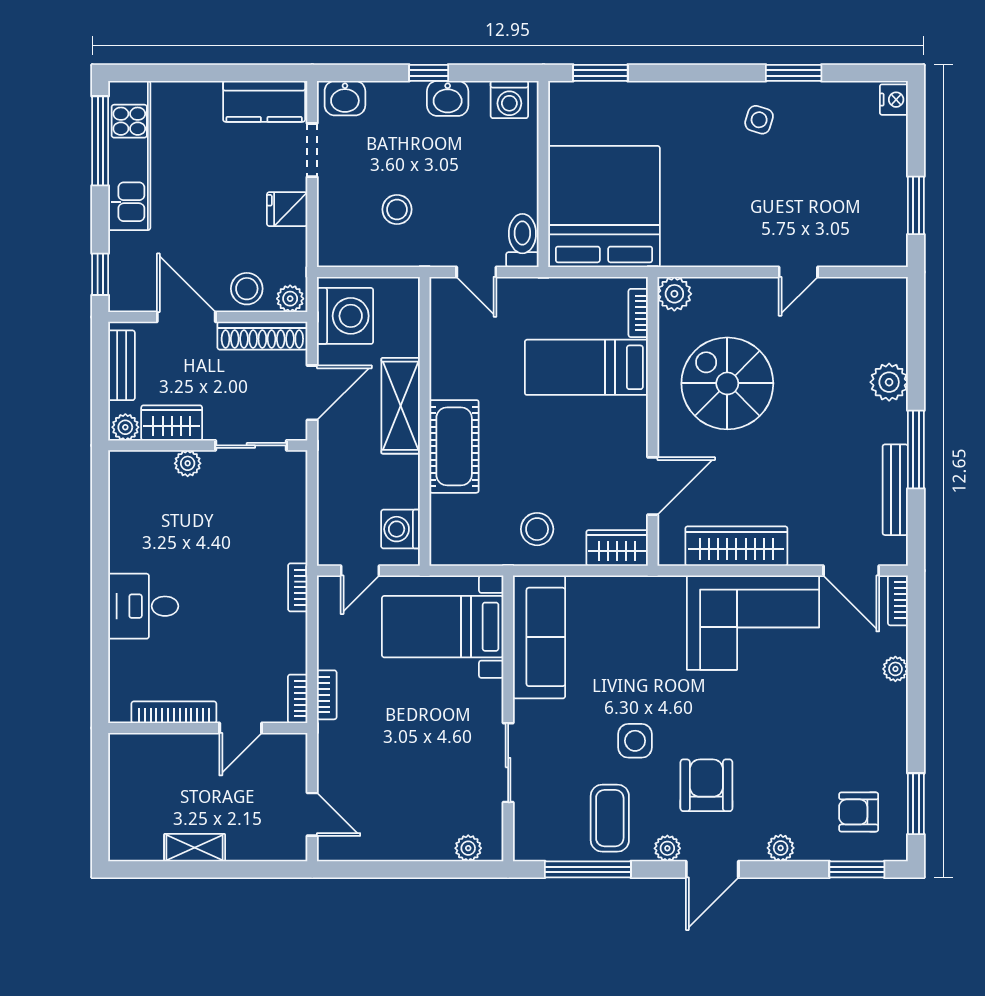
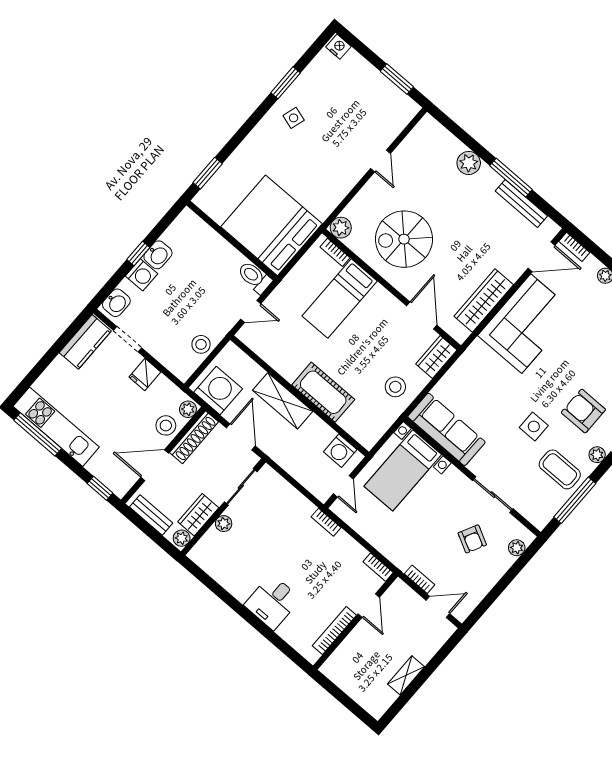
washing machine: (509, 100) -> (142, 275), moved
stool: (397, 209) -> (201, 344), moved
bookcase: (327, 695) -> (420, 579), moved
armchair: (432, 784) -> (472, 539), added

